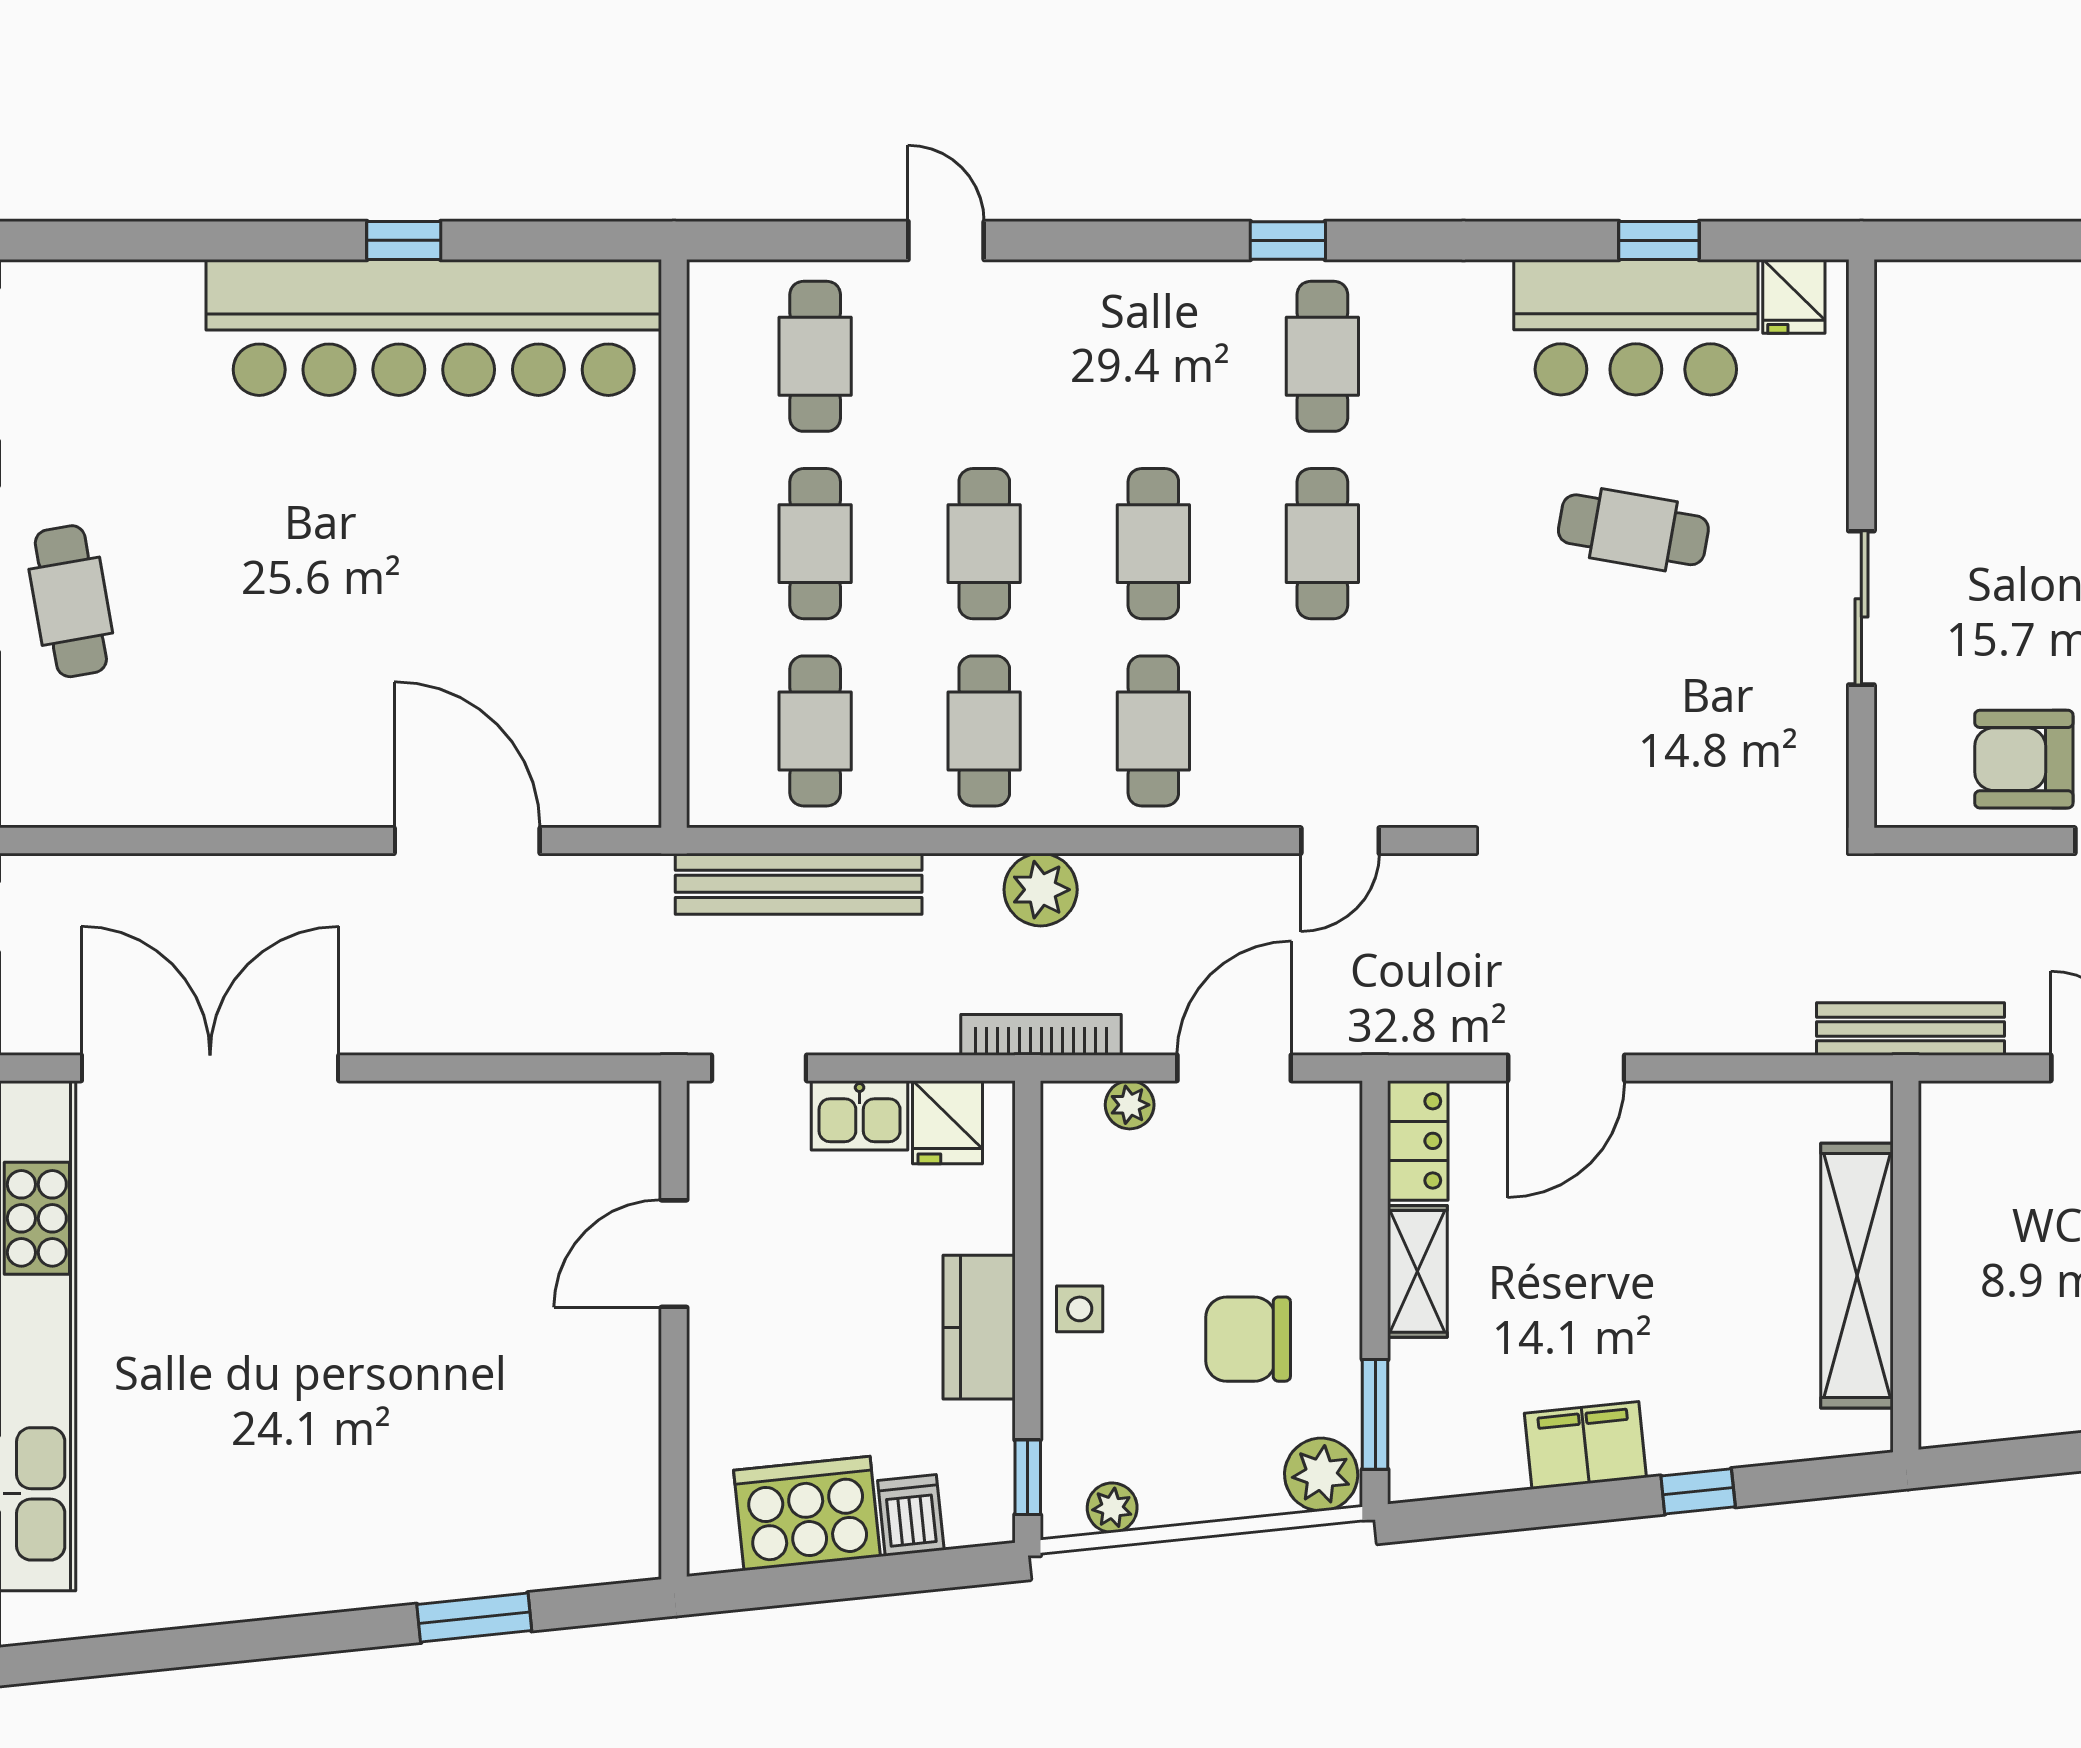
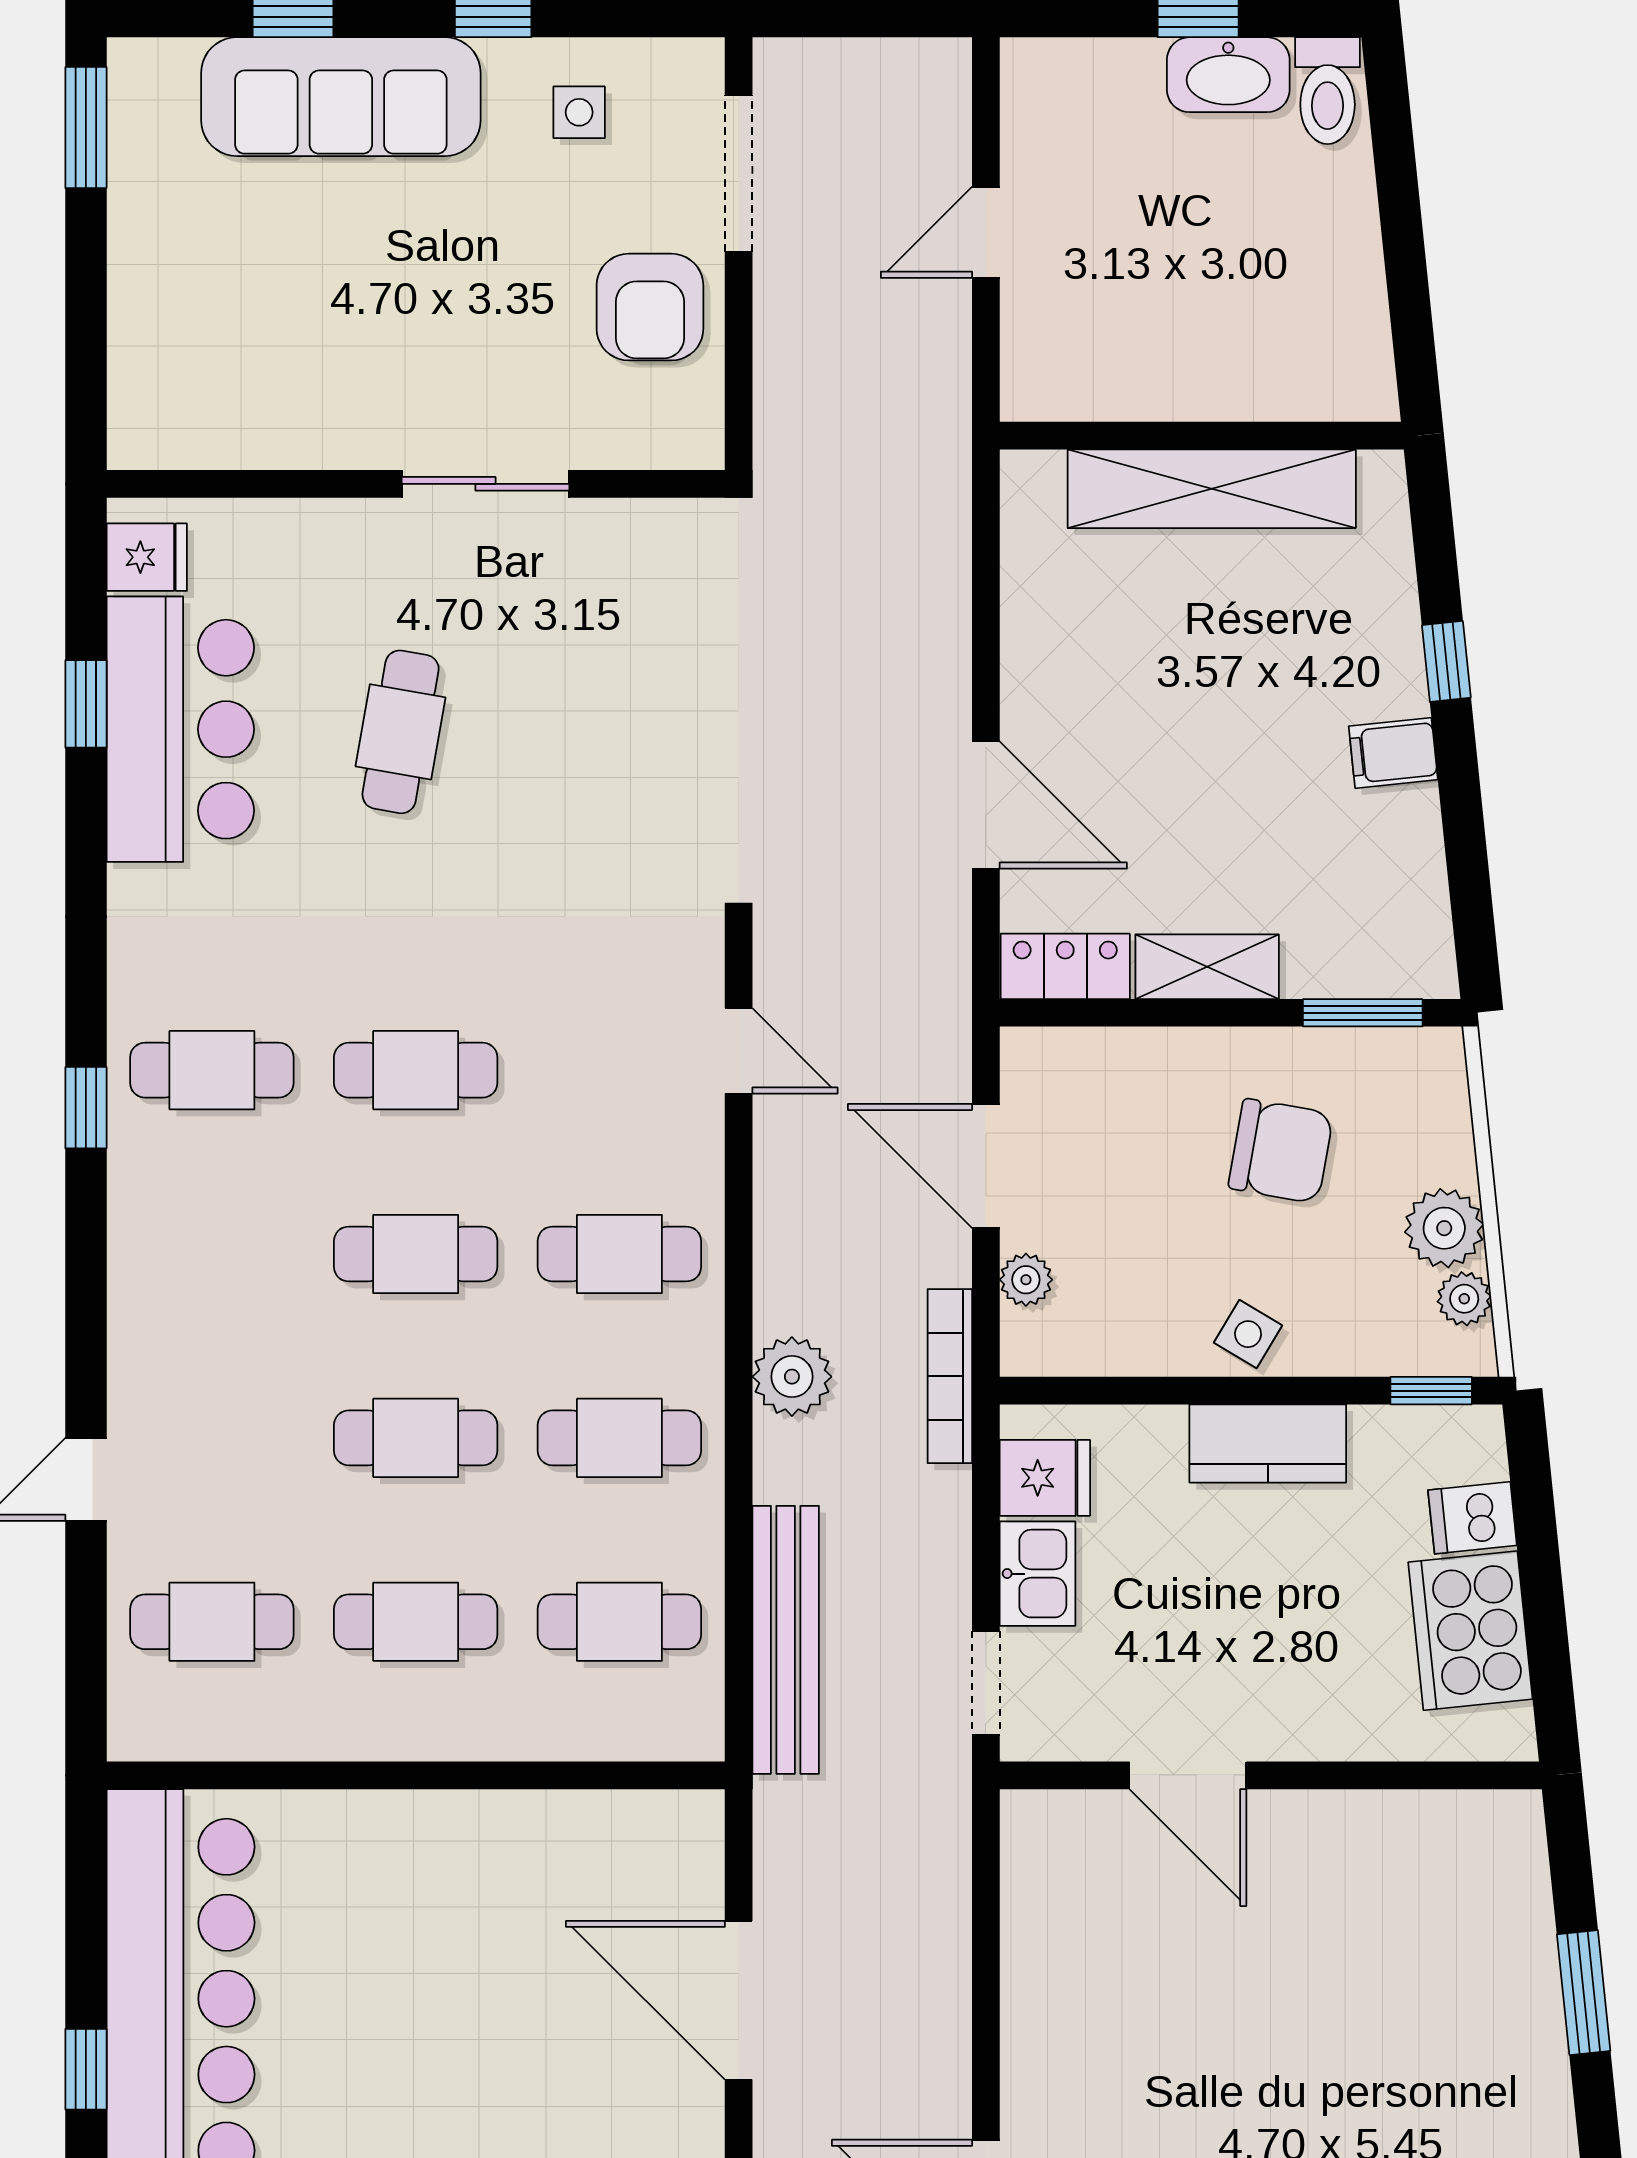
door: (467, 841) -> (739, 2000), hinge flipped
bench: (1911, 1029) -> (944, 430), removed
side table: (1080, 1309) -> (1248, 1334), turned 31
chair: (1248, 1339) -> (1281, 1151), turned -80
filing cabinet: (1585, 1445) -> (1393, 753), width x0.50
plant: (1321, 1474) -> (1444, 1228), moved

